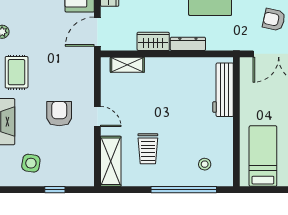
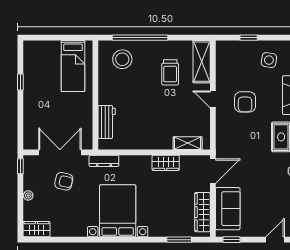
dresser: (188, 44) -> (104, 161), moved
workbench: (223, 90) -> (107, 122), width x0.73
trolley: (148, 149) -> (170, 72), turned 180
stool: (205, 164) -> (122, 59), width x1.89, depth x1.89

